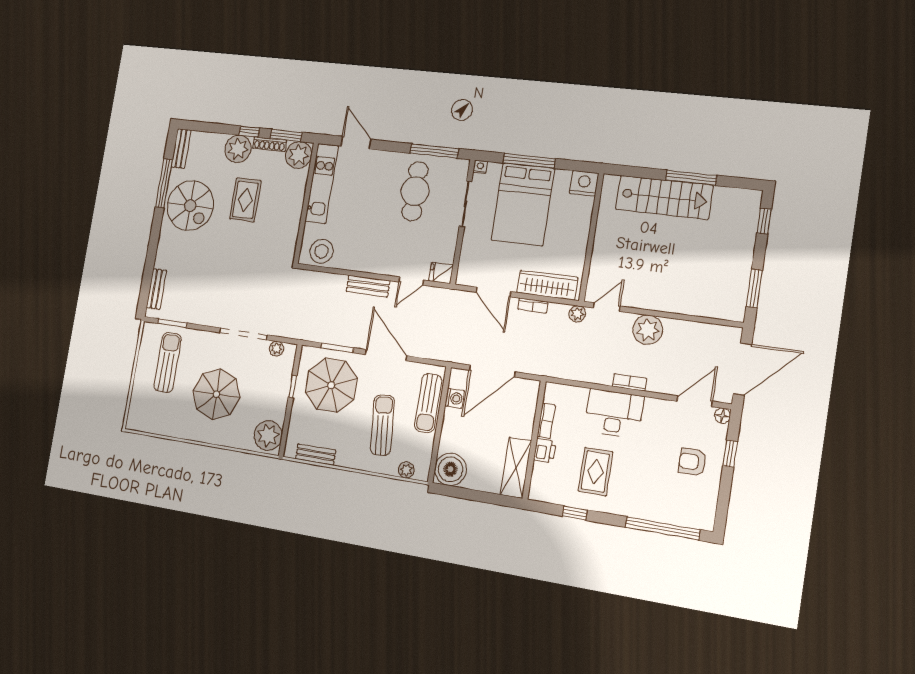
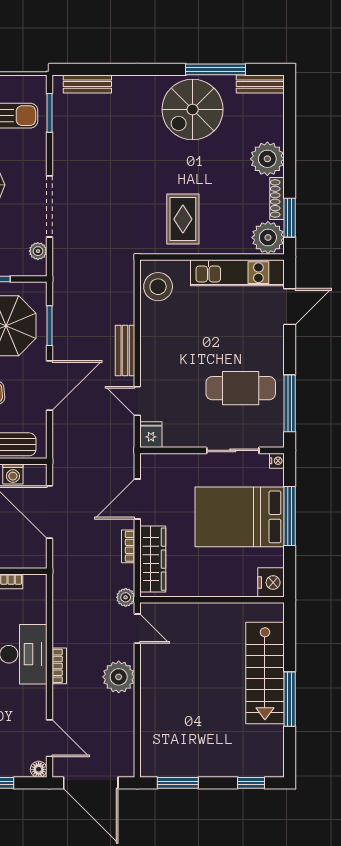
window: (249, 132) -> (290, 170), removed
rug: (245, 200) -> (183, 219), moved, turned 90

